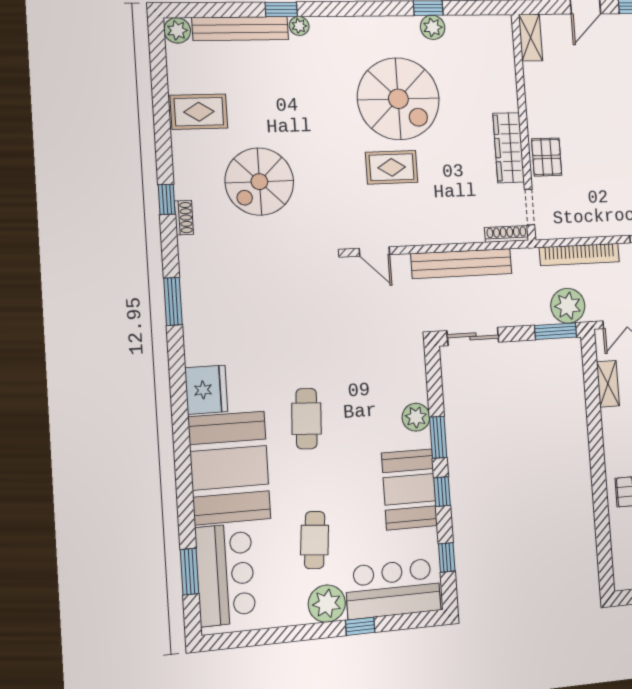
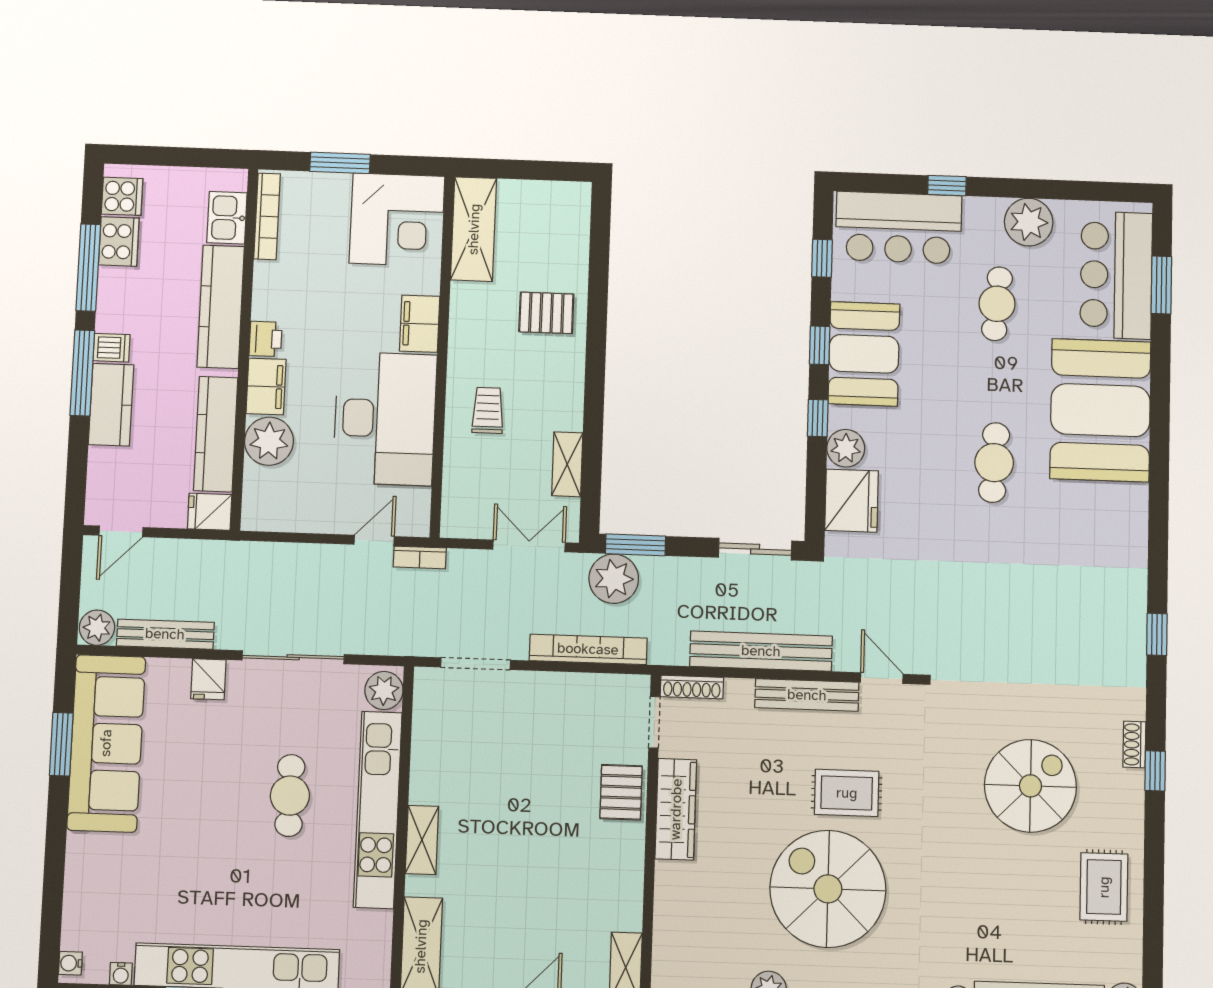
rug: (199, 112) -> (1104, 887), turned 90
bench: (426, 235) -> (807, 695), added
window: (173, 301) -> (1157, 634), width x0.67
fridge: (206, 390) -> (852, 501), moved, turned 180
window: (438, 437) -> (818, 418), width x0.67
plant: (327, 604) -> (1029, 222), moved

